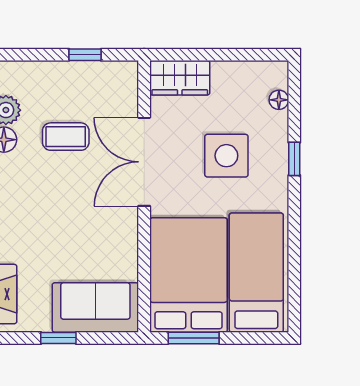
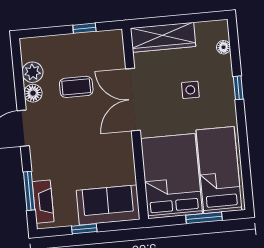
wardrobe: (180, 78) -> (163, 37), width x1.50
side table: (226, 156) -> (190, 90), width x0.54, depth x0.54
window: (194, 338) -> (204, 218), moved

